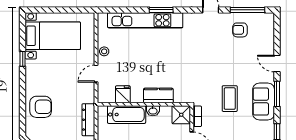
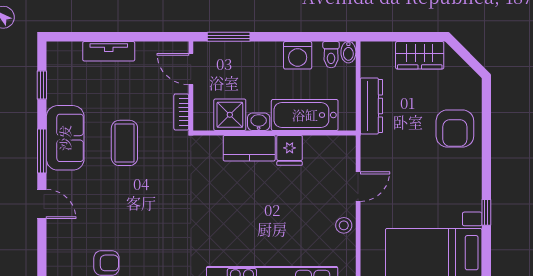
fridge: (123, 94) -> (290, 150), moved
armchair: (41, 107) -> (455, 129), turned -90
shower: (181, 115) -> (230, 115), moved

